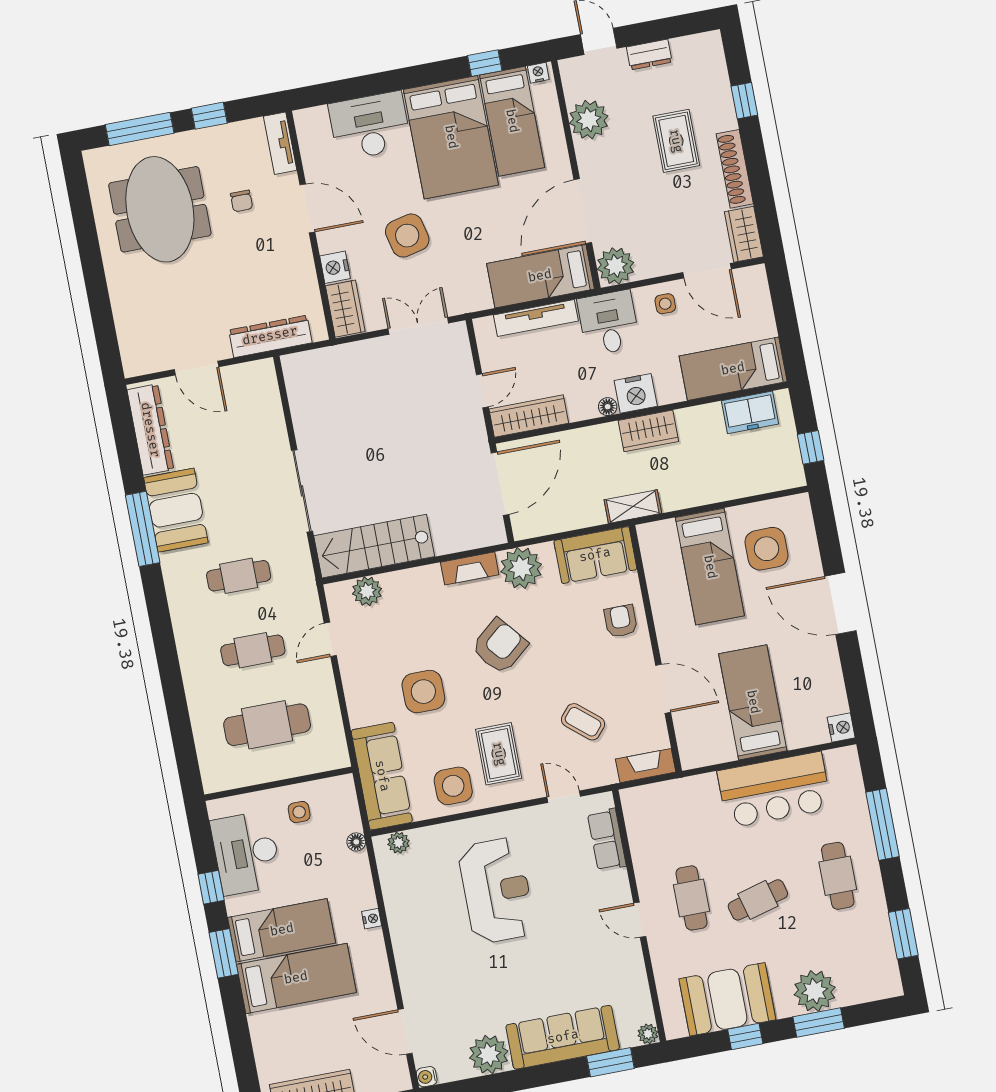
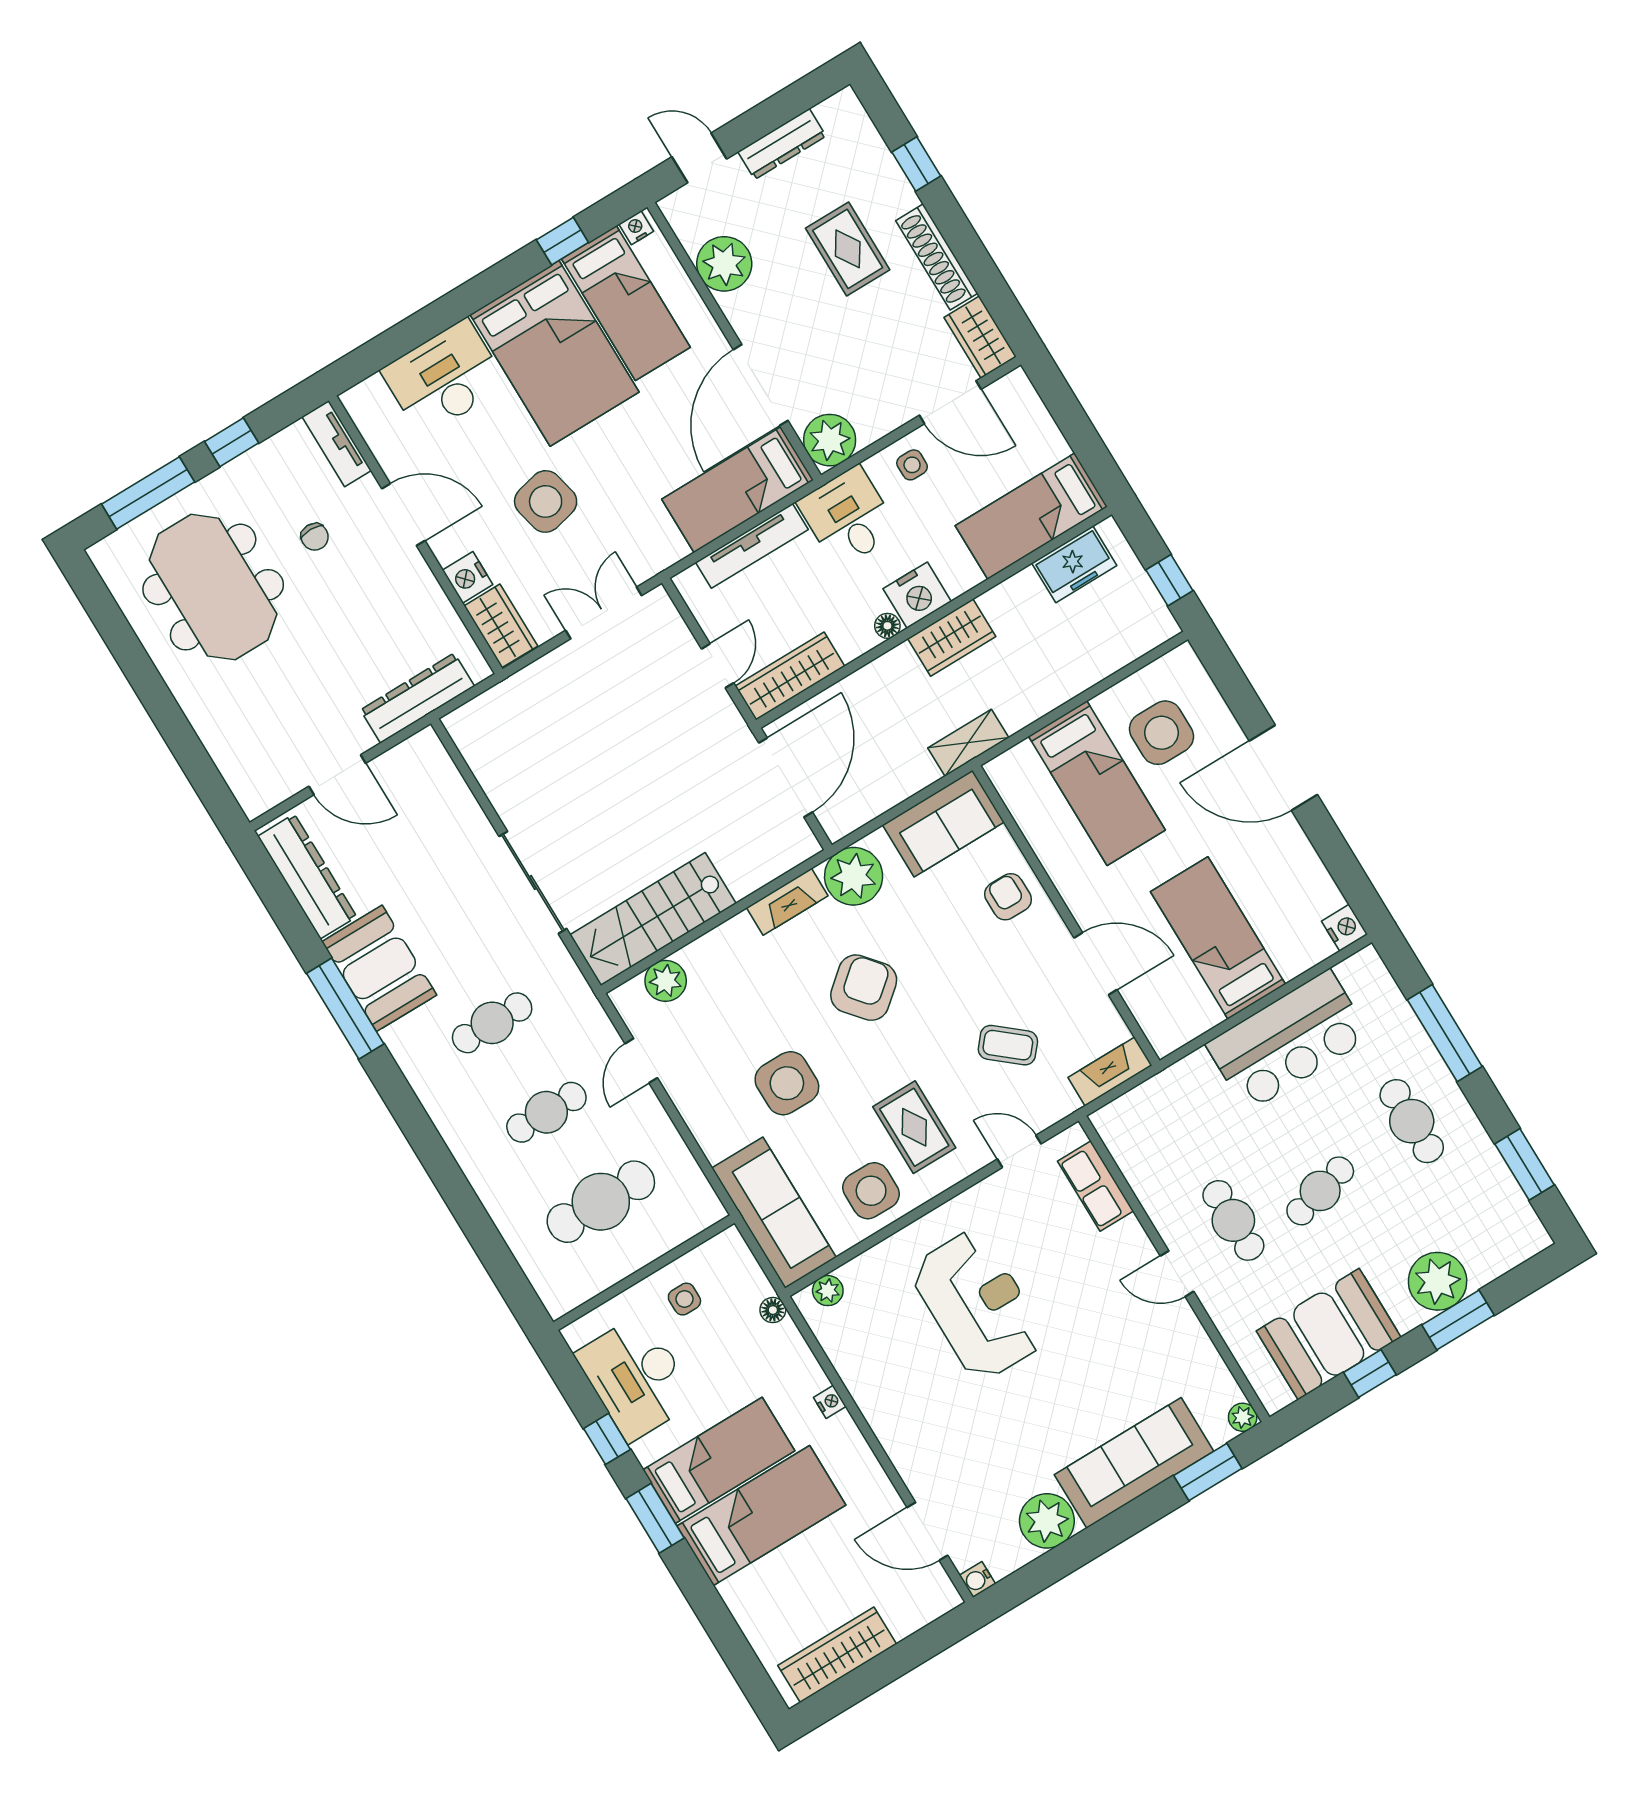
dresser: (649, 55) -> (782, 144), width x1.44

